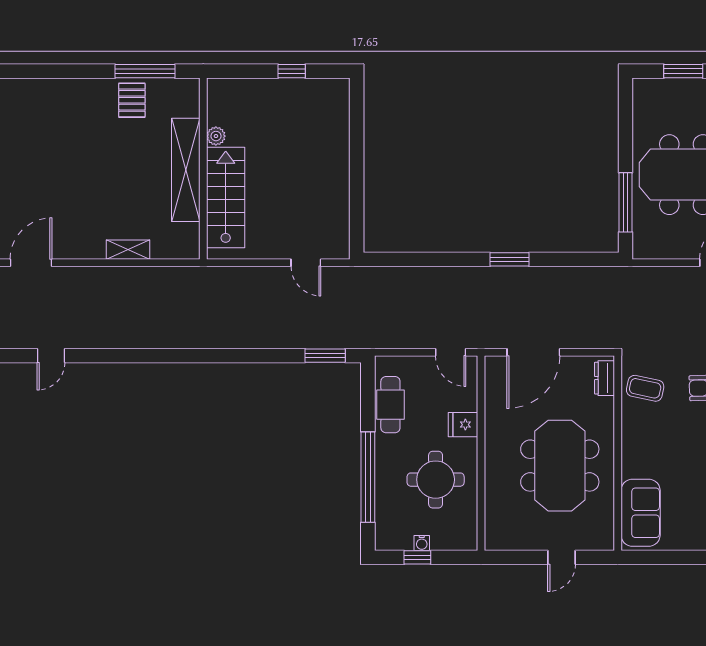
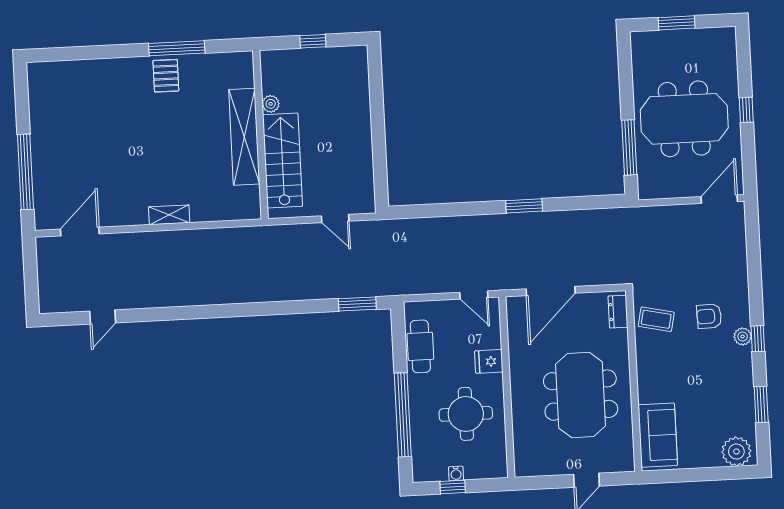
plant: (216, 136) -> (271, 104), moved
wall: (203, 169) -> (260, 135), moved
shelving: (186, 170) -> (244, 137), moved
stairs: (226, 198) -> (282, 161), moved

